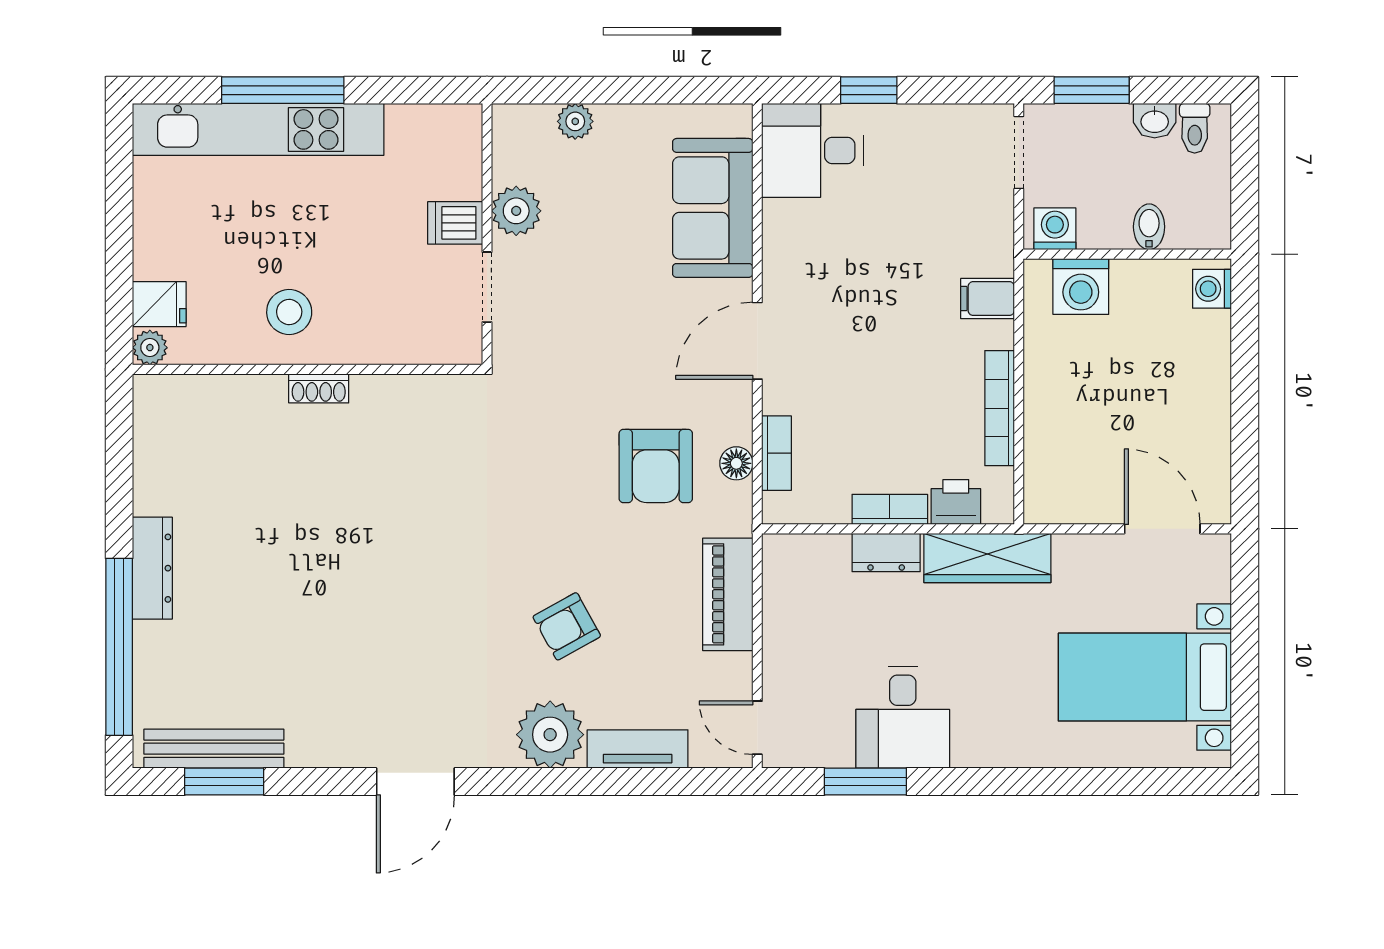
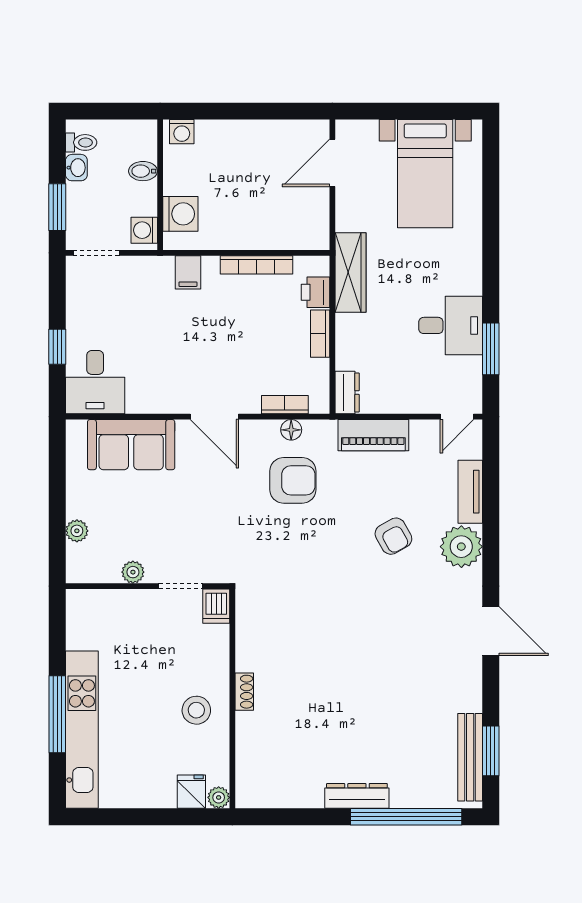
plant: (516, 211) -> (133, 572), width x0.73, depth x0.73
dishwasher: (455, 223) -> (216, 606), moved
dresser: (886, 553) -> (347, 393), moved

